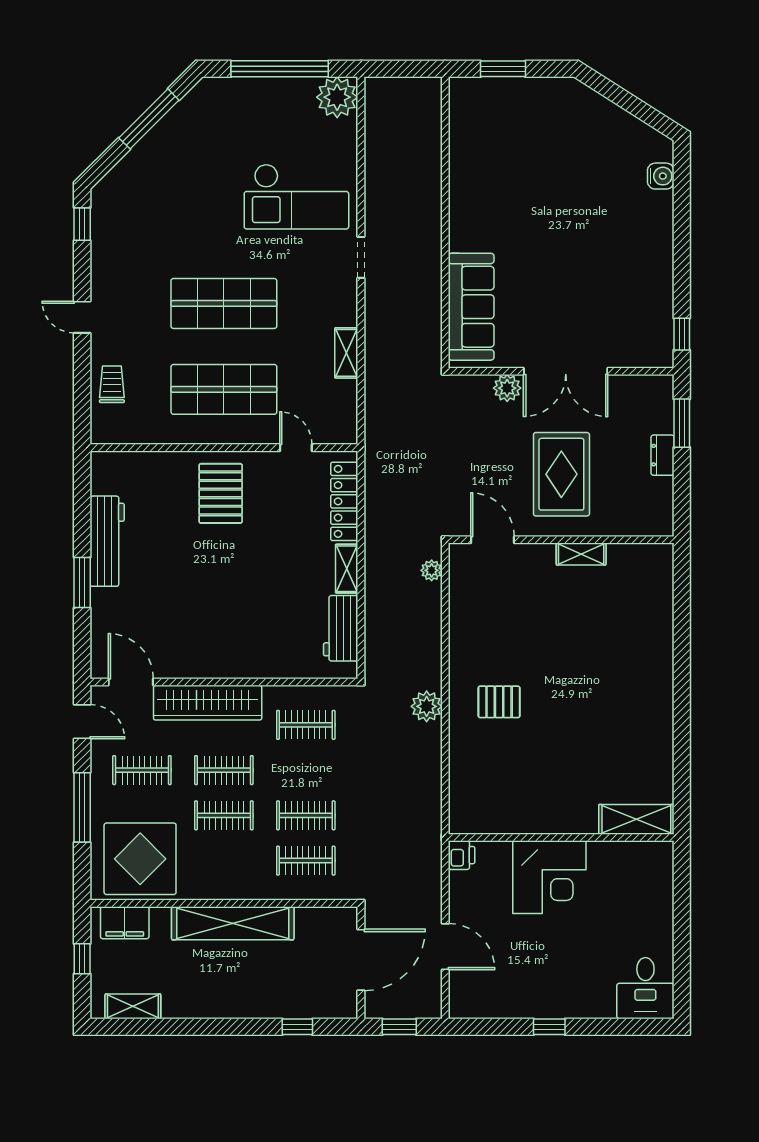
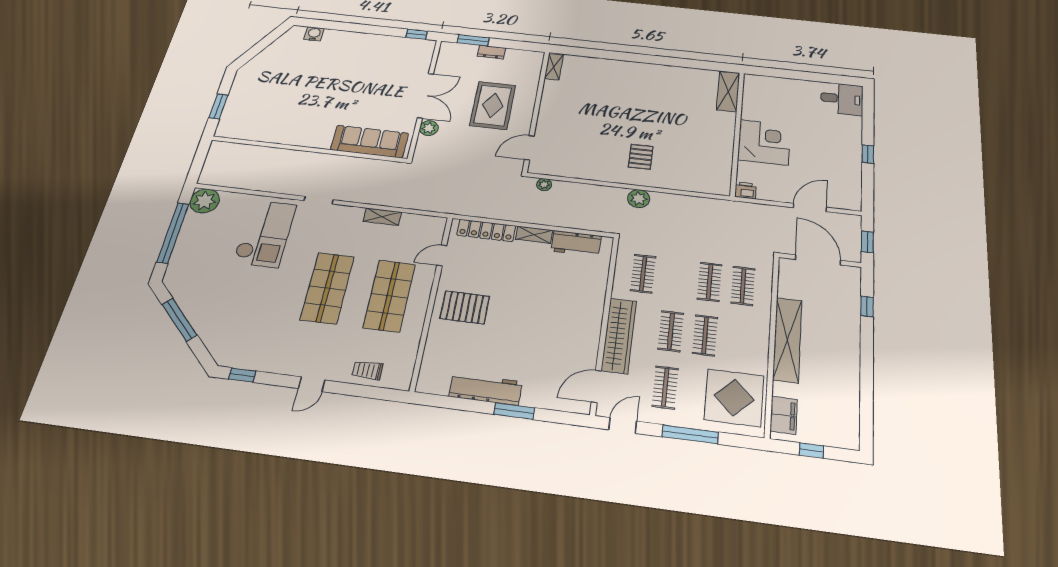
rug: (561, 474) -> (493, 105), turned 90
shelving: (581, 554) -> (554, 67), moved
shelving: (133, 1006) -> (850, 418), removed

